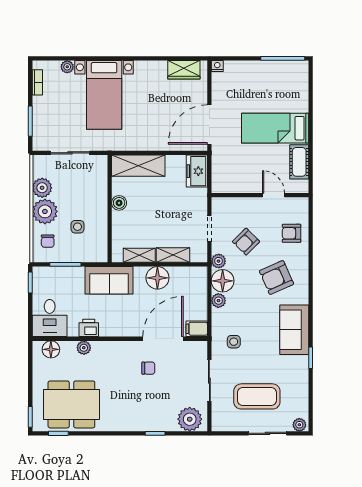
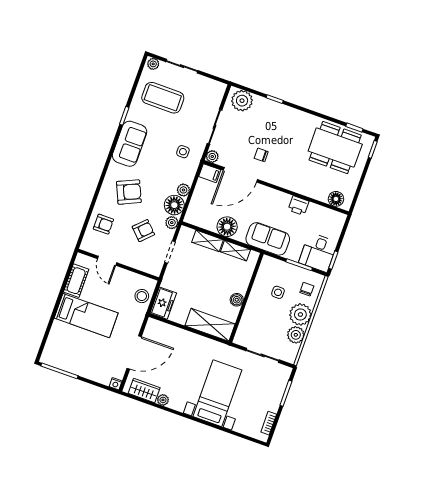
plant: (67, 67) -> (163, 400), moved
door: (209, 124) -> (134, 352), moved
stool: (223, 171) -> (142, 296), added
desk: (50, 318) -> (318, 252), moved, turned 180
plant: (84, 348) -> (212, 156), moved
coffee table: (257, 396) -> (163, 98), moved

